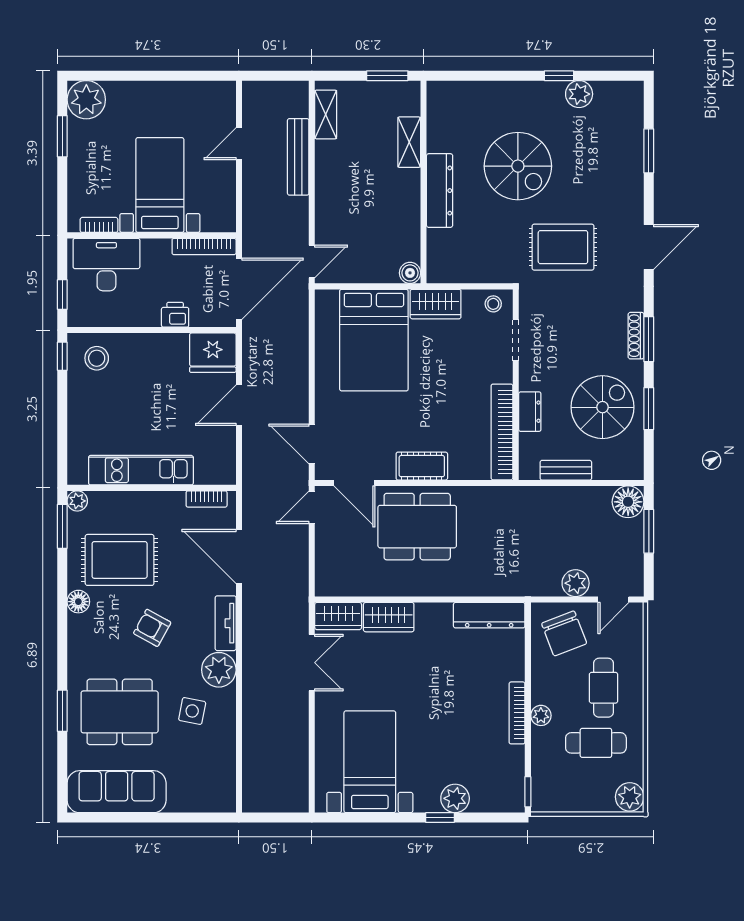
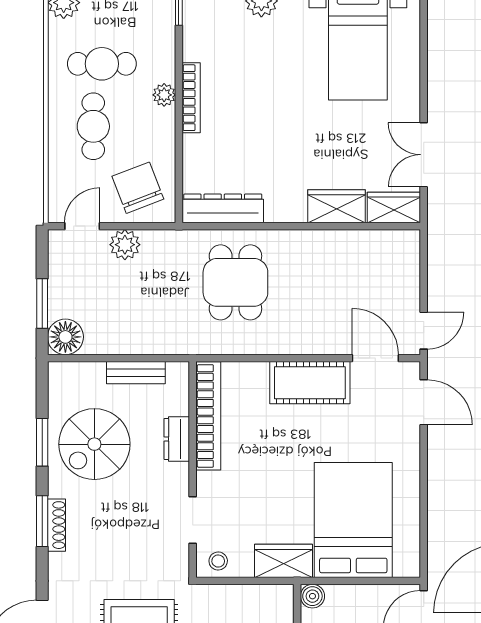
cot: (422, 466) -> (310, 383), width x1.37, depth x1.34
dining table: (417, 527) -> (235, 282), moved, width x0.73

